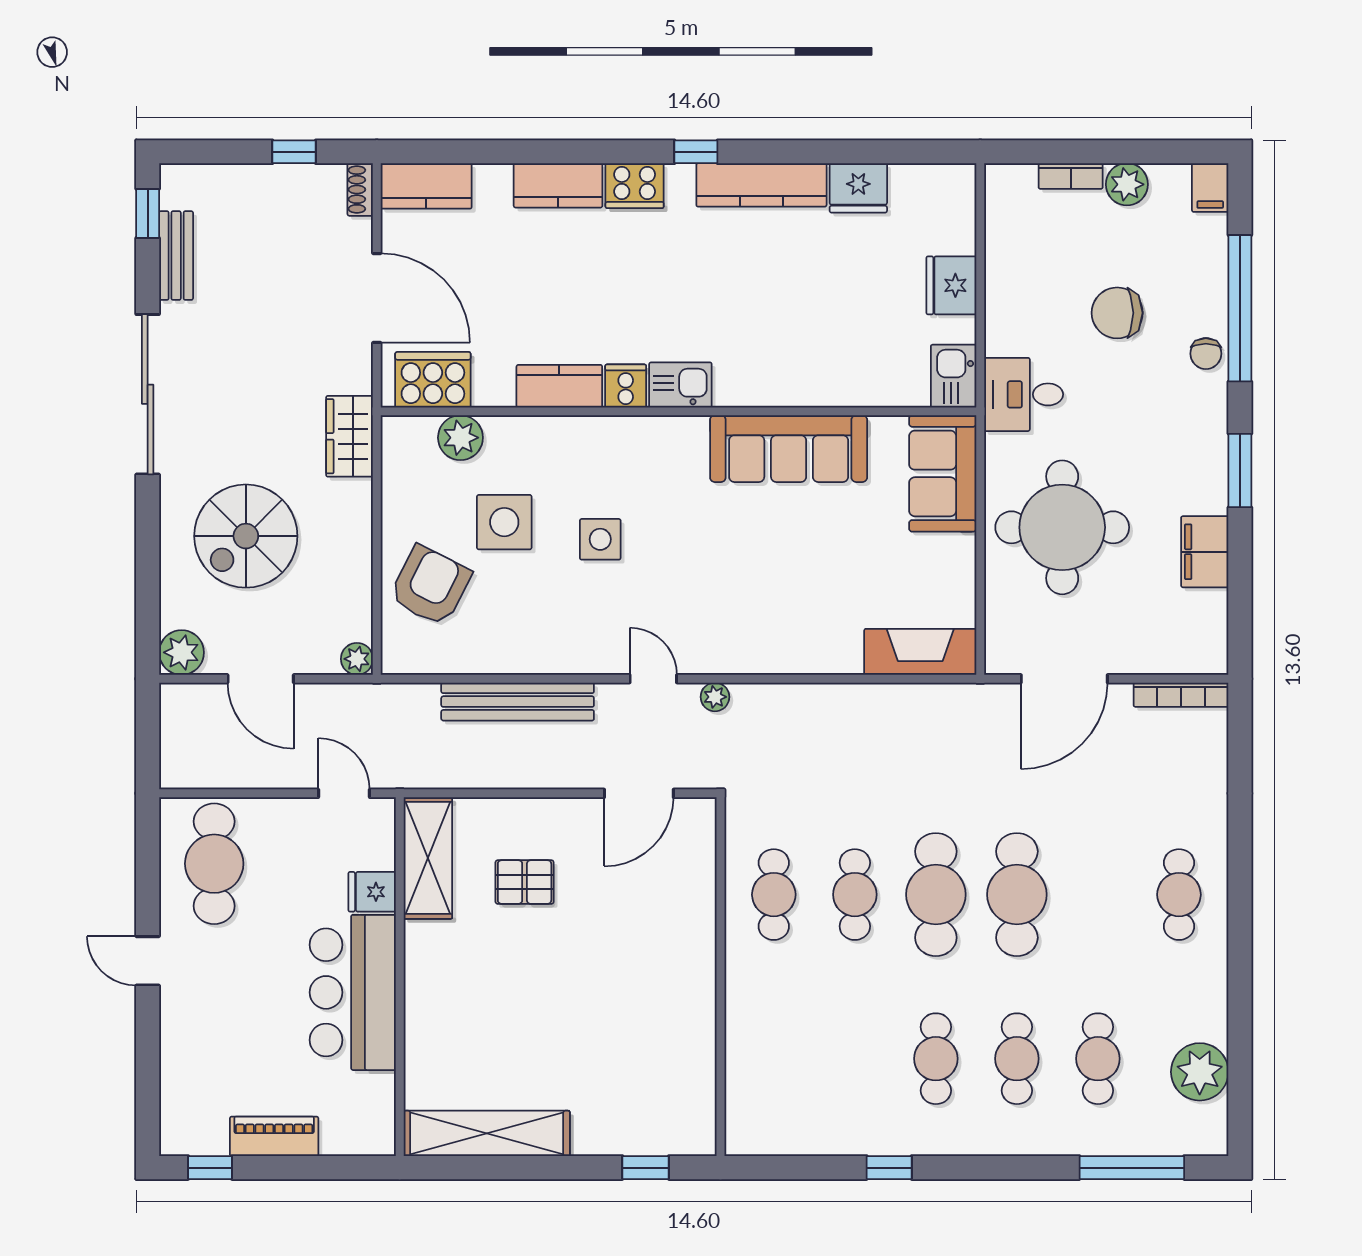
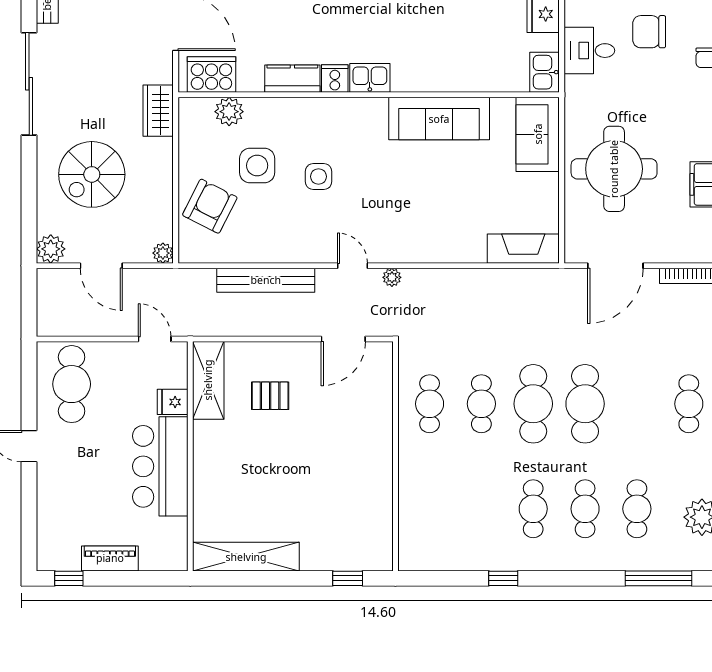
desk: (1024, 394) -> (589, 51), moved

